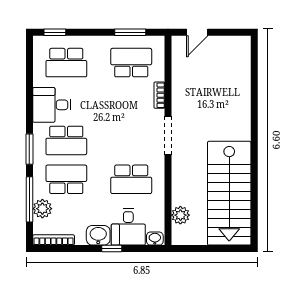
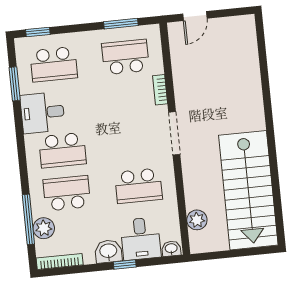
window: (29, 149) -> (15, 84), moved

